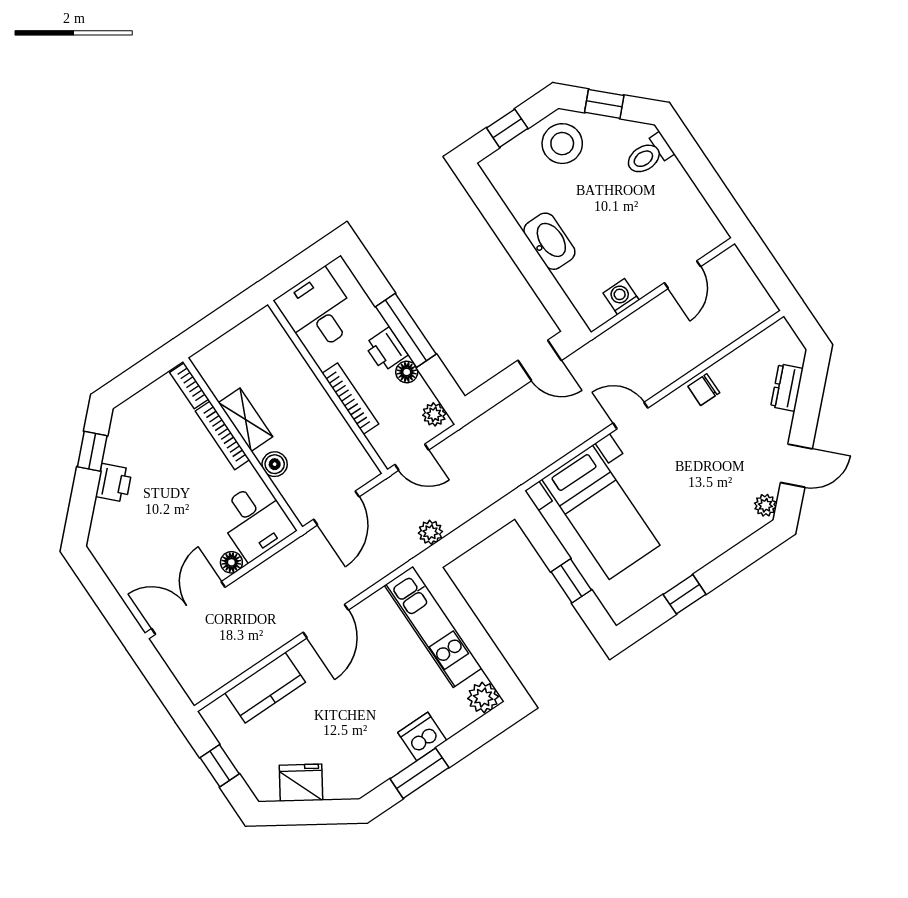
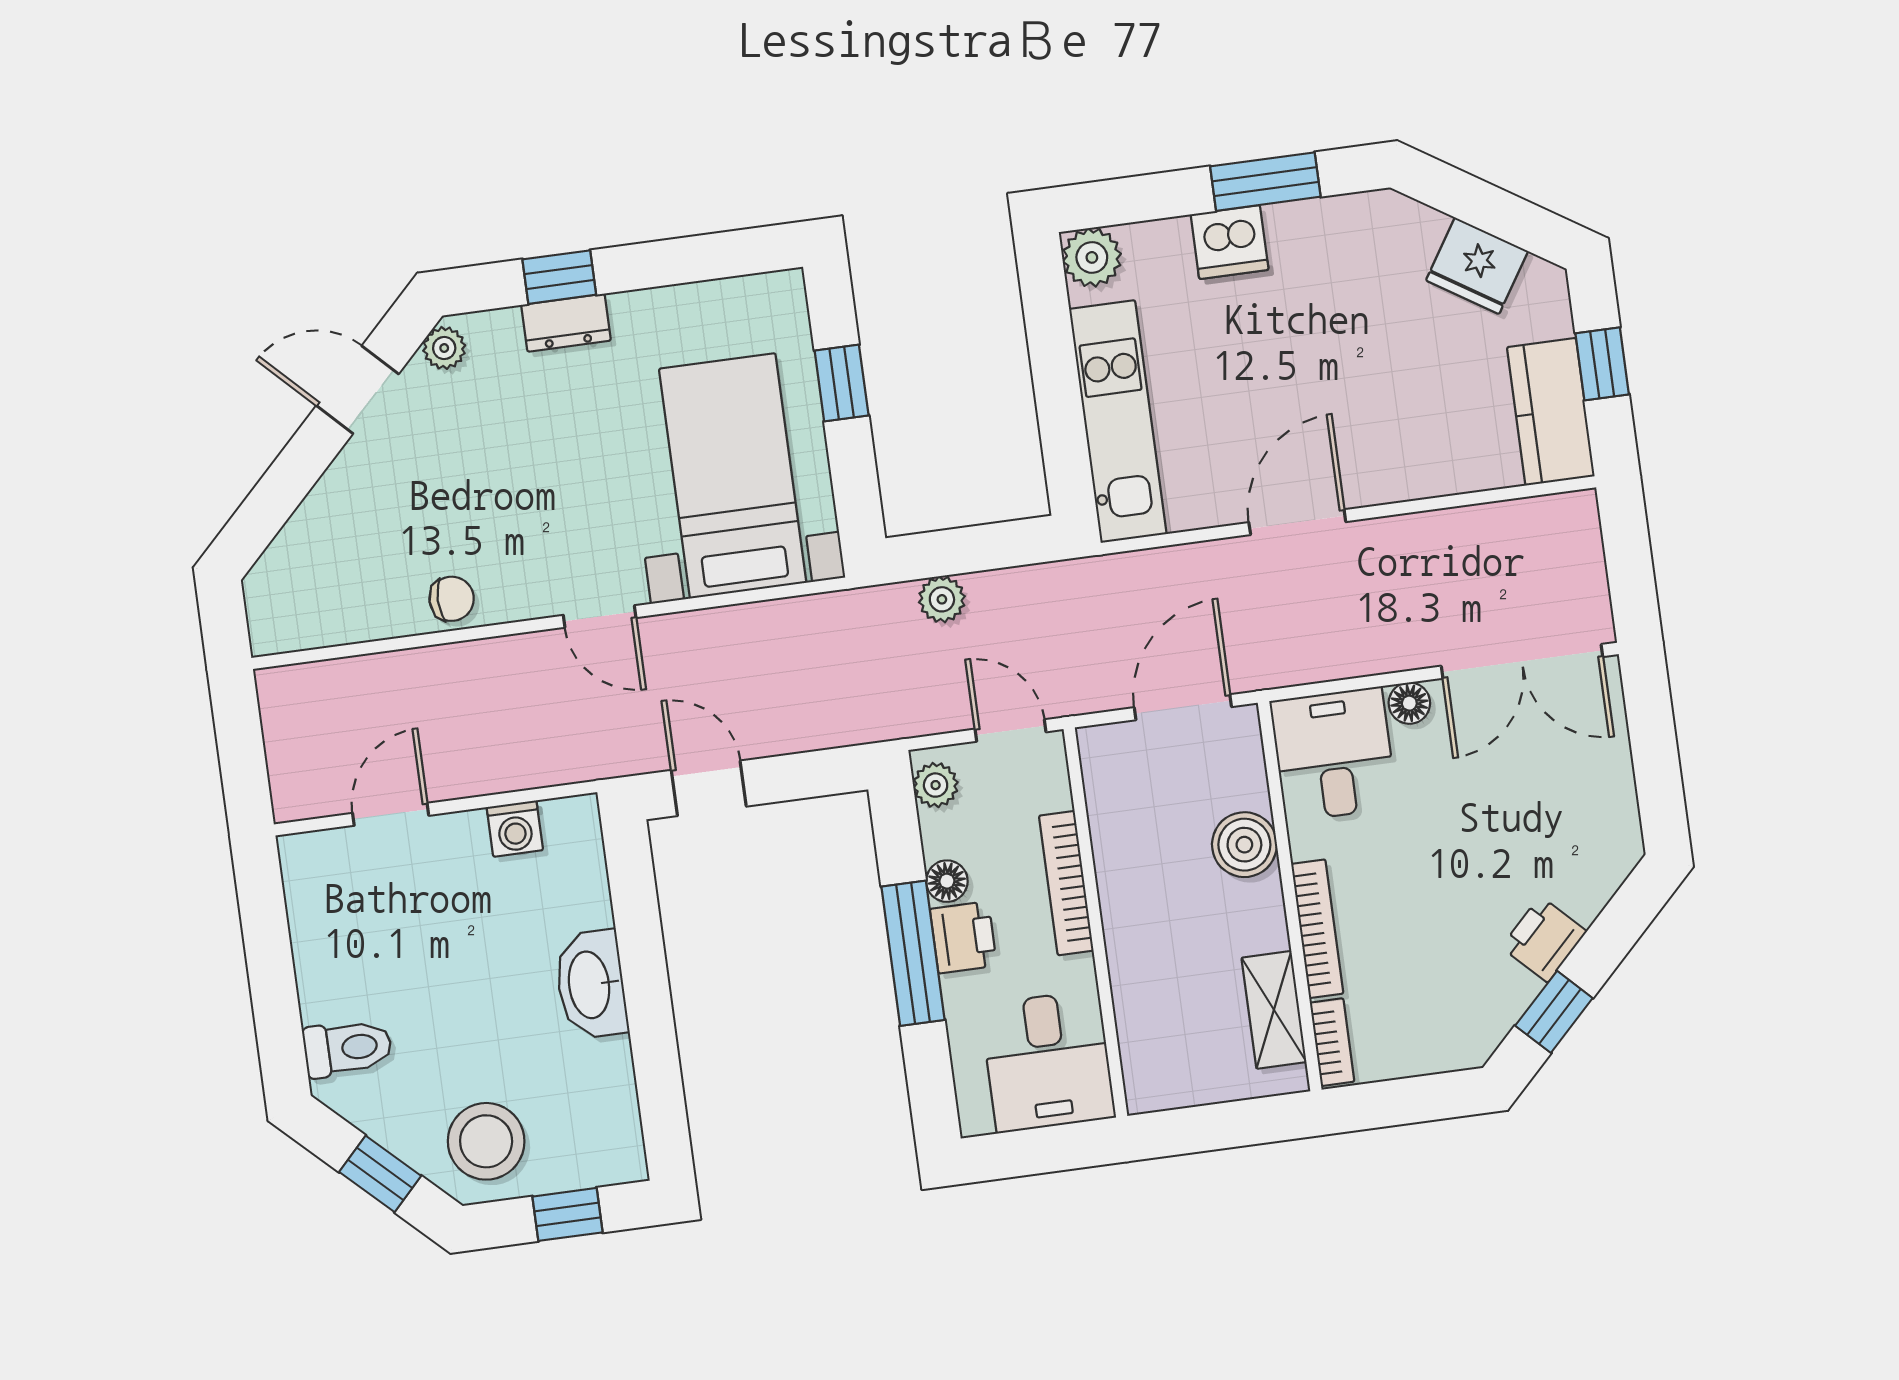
dresser: (787, 388) -> (566, 323), moved, turned 45
shelving: (246, 420) -> (1274, 1010), moved
boiler: (275, 464) -> (1244, 845), width x1.36, depth x1.36
plant: (430, 532) -> (942, 599), moved
window: (685, 594) -> (559, 277), moved
kitchen counter: (265, 688) -> (1551, 412), moved, turned -90

